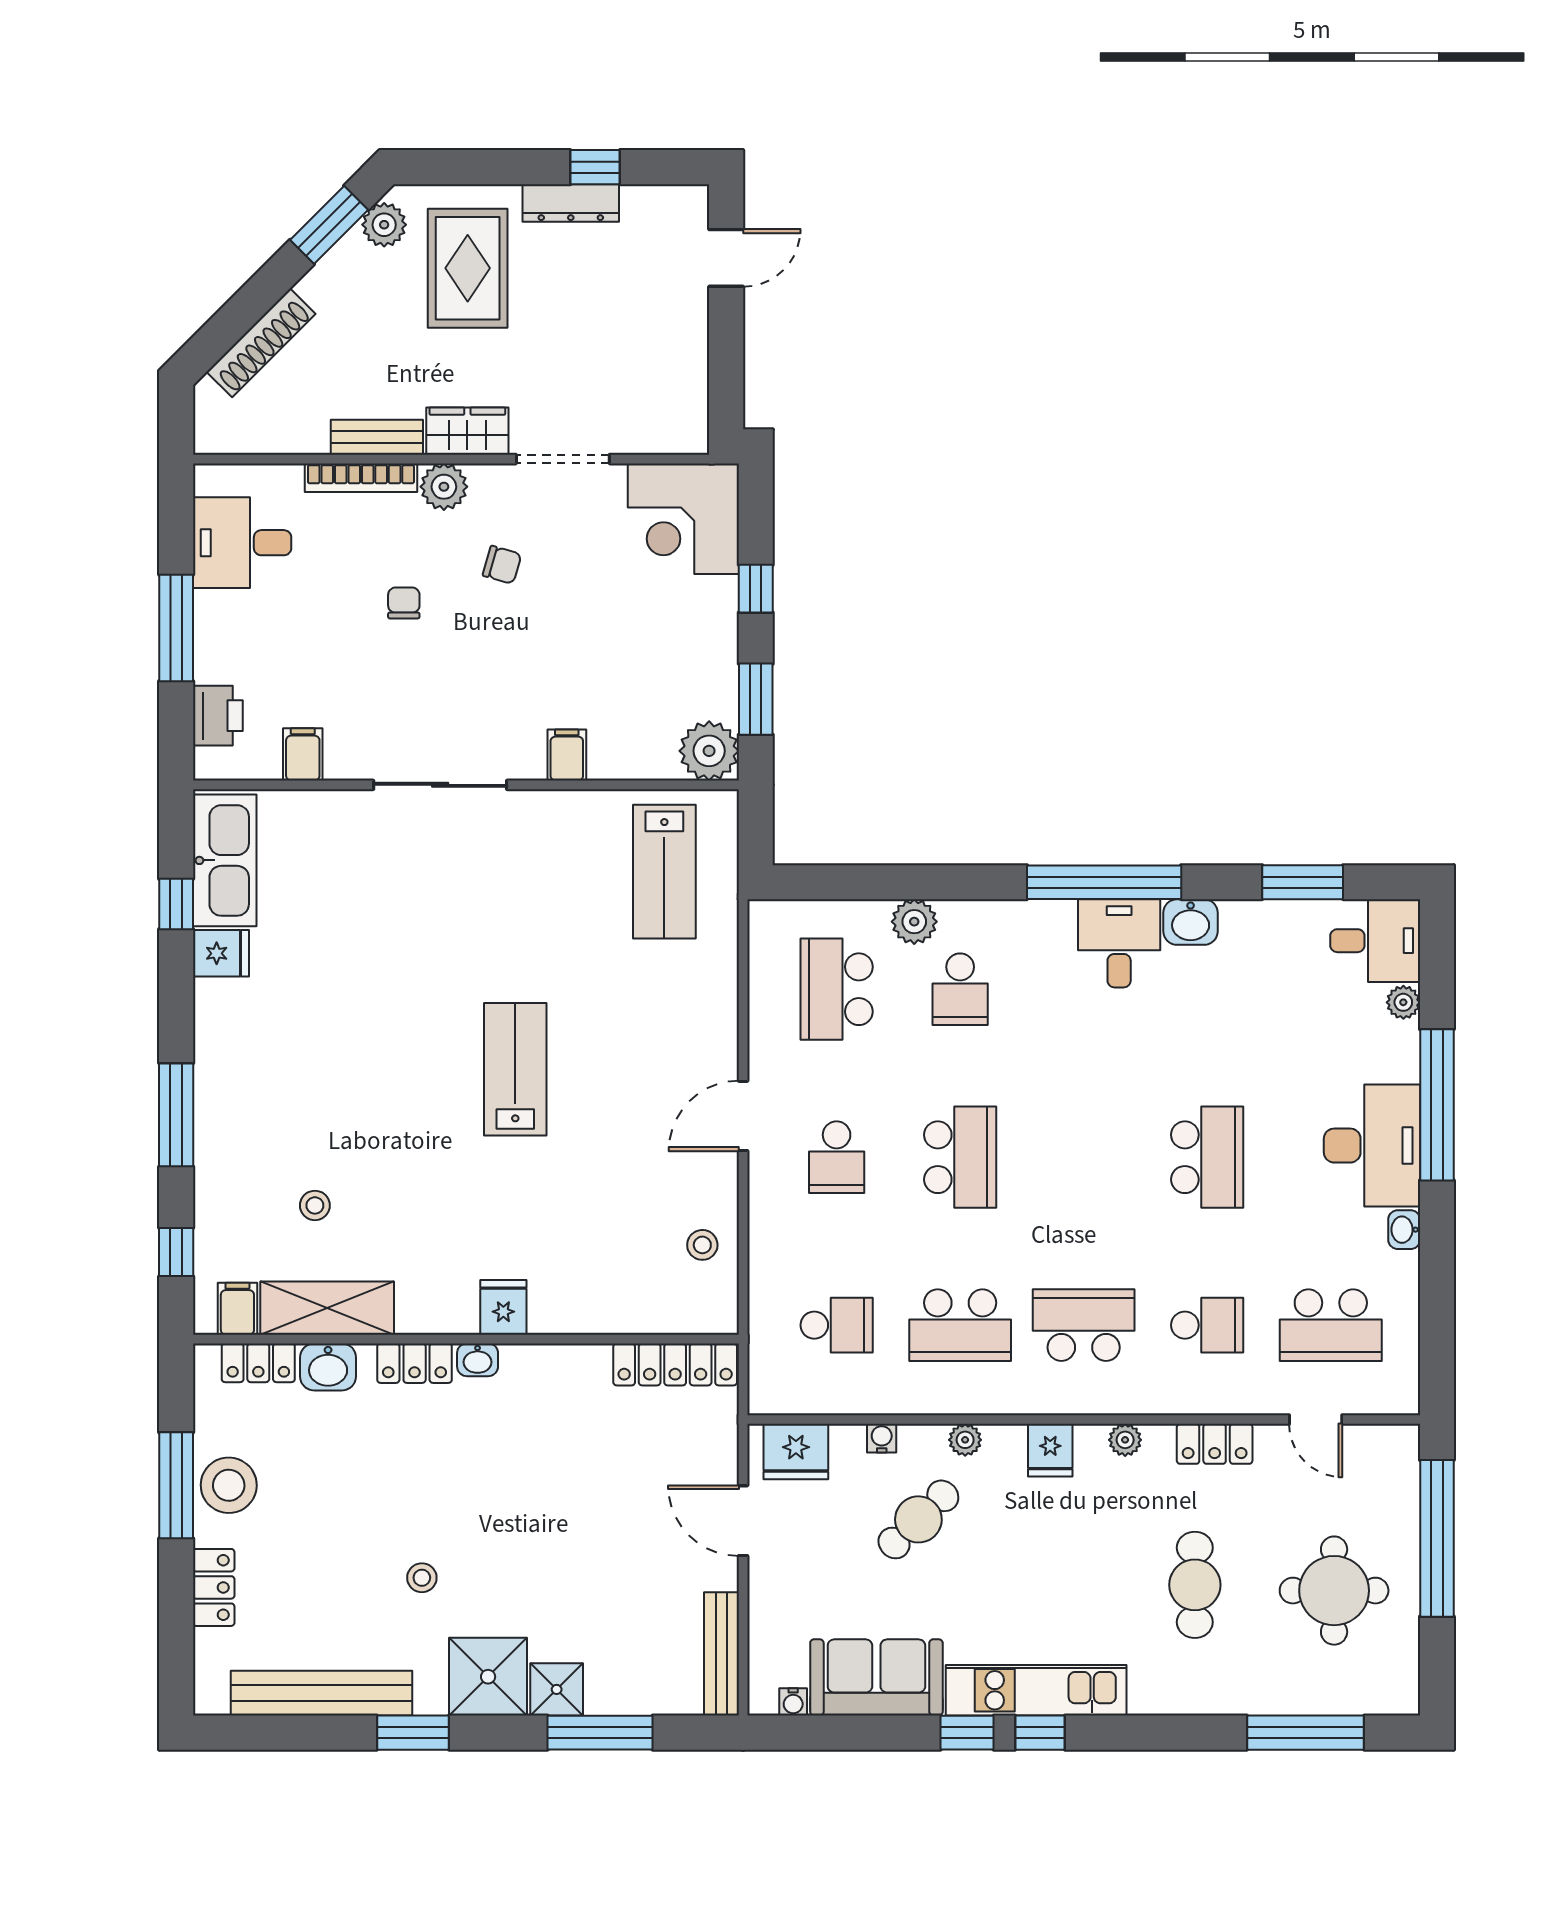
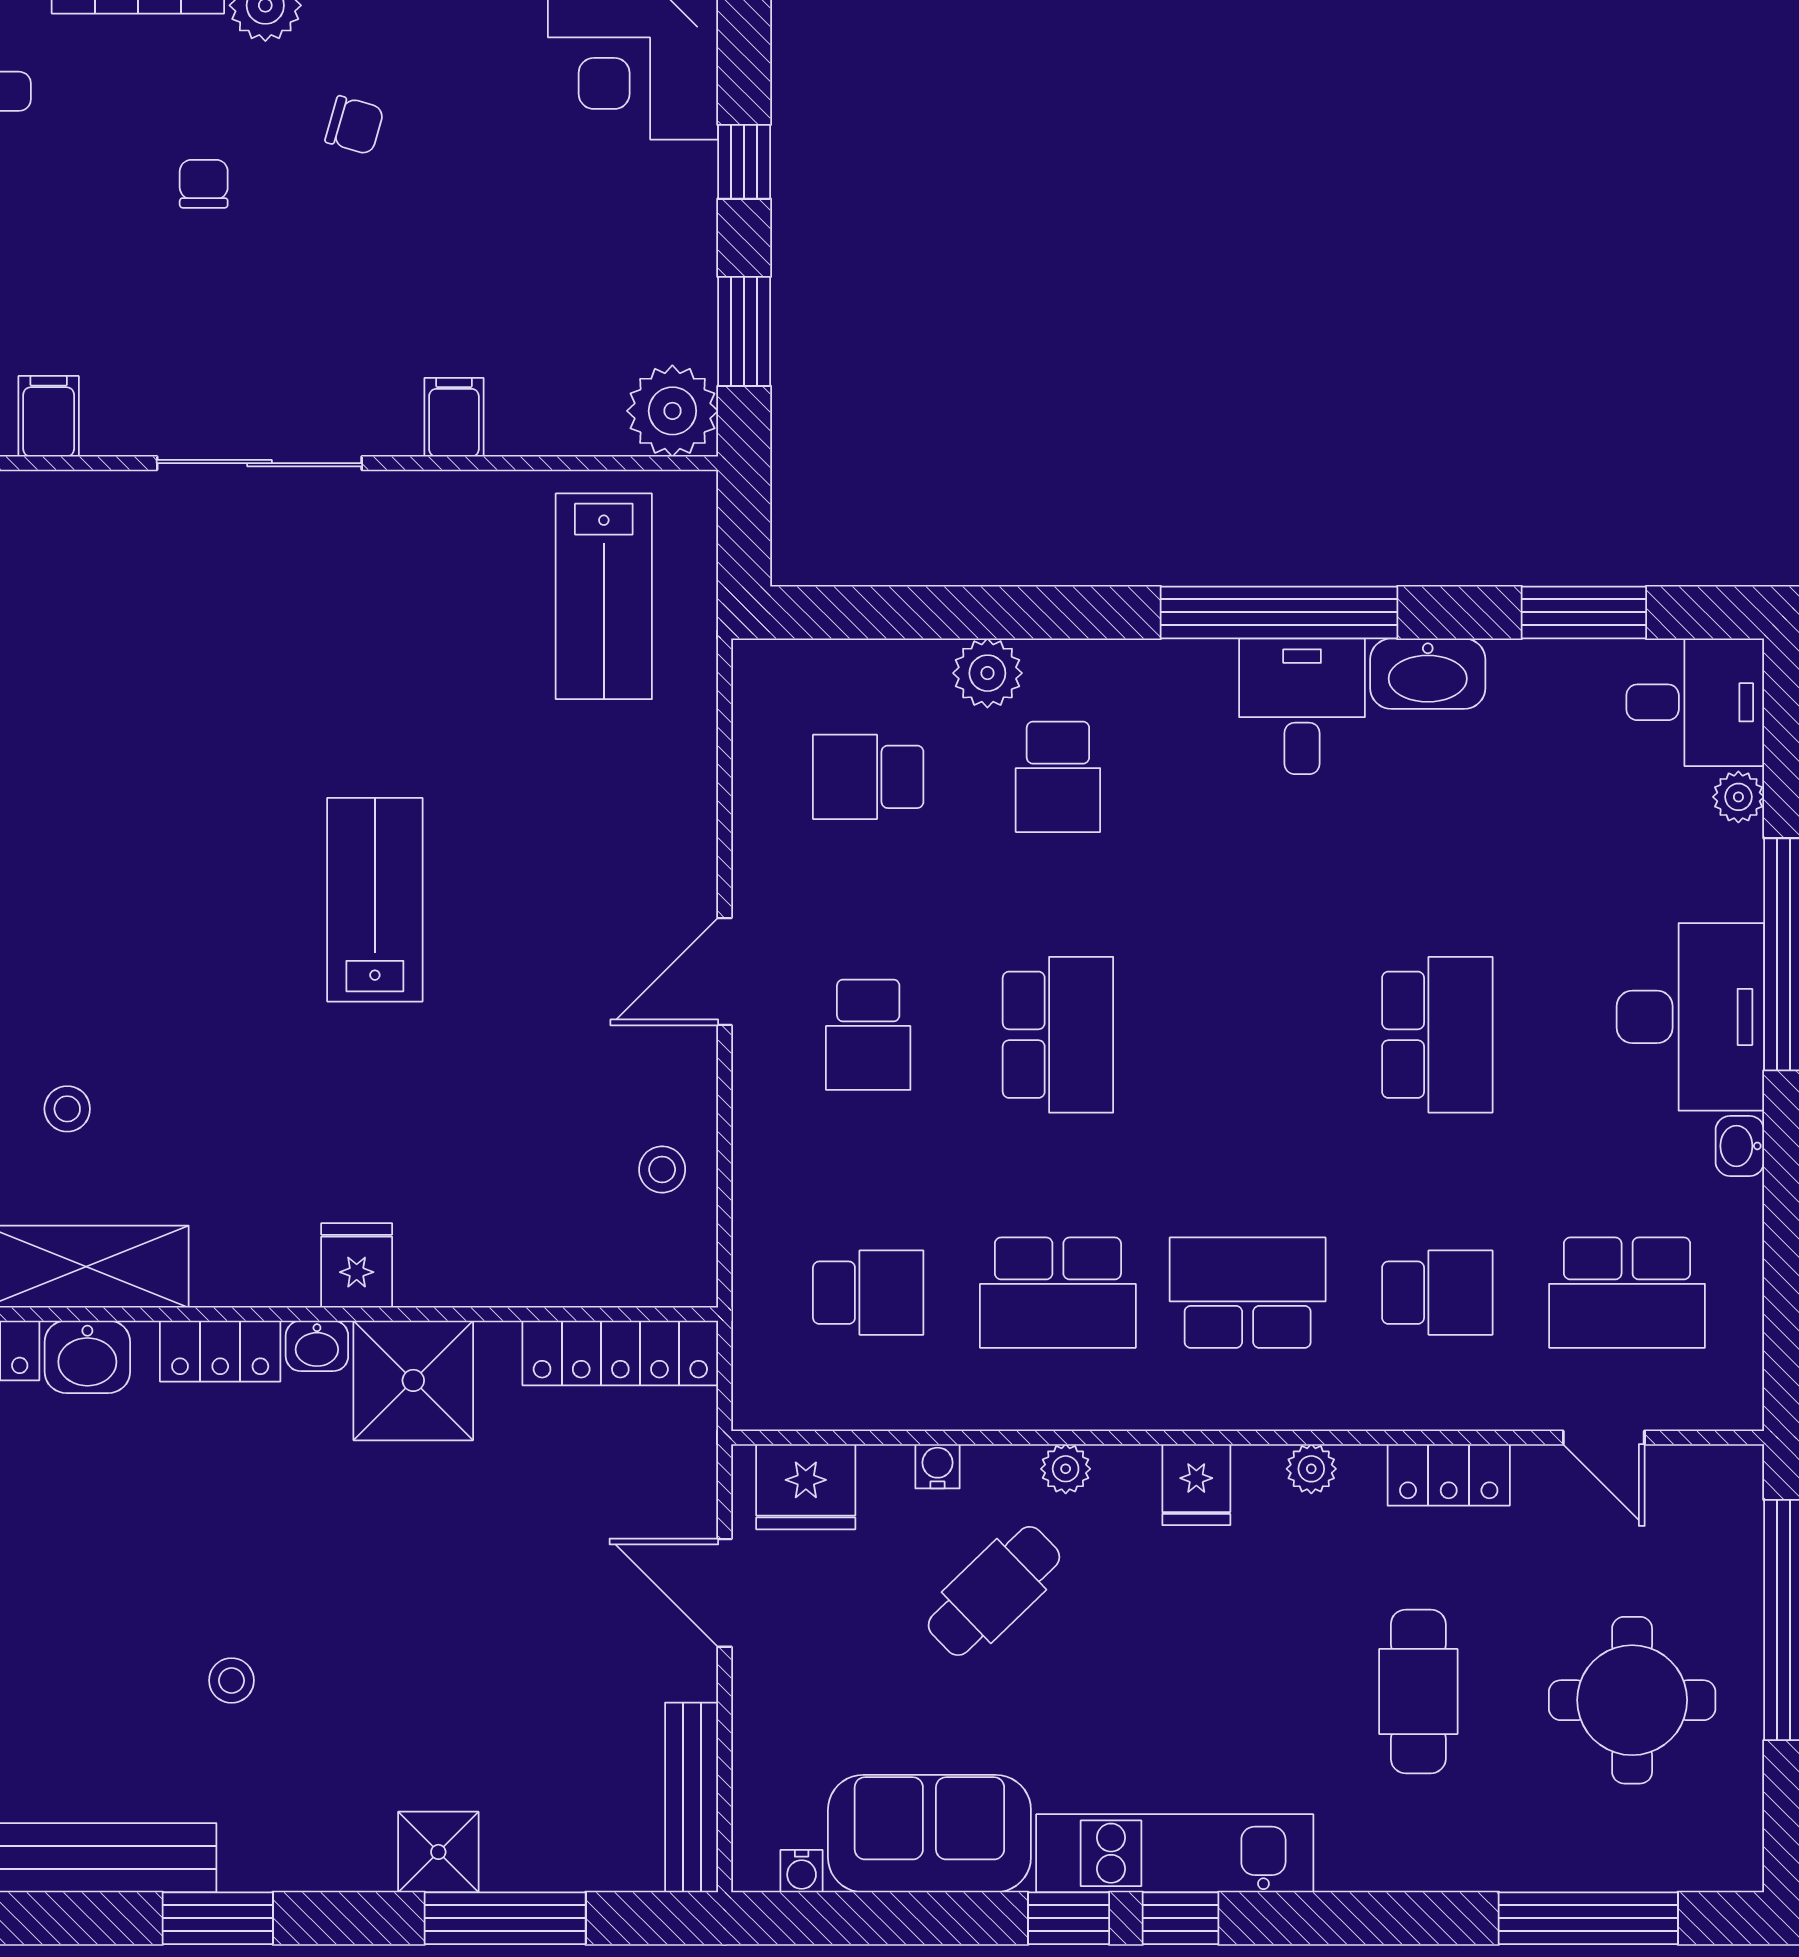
washbasin: (1191, 922) -> (1428, 674), width x1.38
school desk: (837, 989) -> (868, 777), width x0.54
shower: (488, 1677) -> (413, 1380), moved

